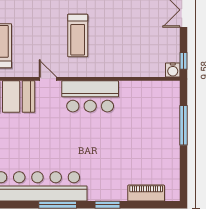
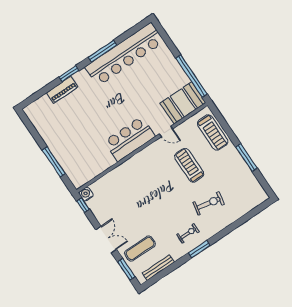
treadmill: (78, 36) -> (189, 165), moved
piano: (146, 193) -> (62, 90), moved

